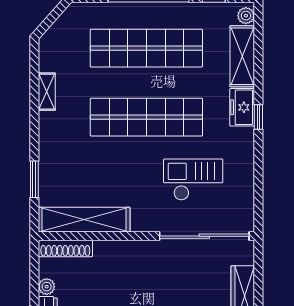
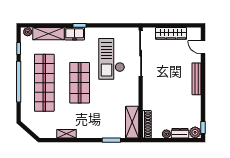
shop shelf: (146, 117) -> (80, 83), width x0.71
checkout: (193, 180) -> (112, 59), width x1.36, depth x1.21
shelving: (84, 220) -> (132, 122), width x0.68

